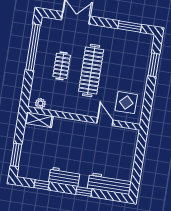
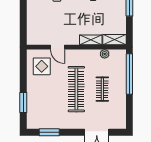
window: (33, 47) -> (129, 74), moved
plant: (40, 103) -> (105, 54), moved
shelving: (66, 124) -> (91, 40), added

